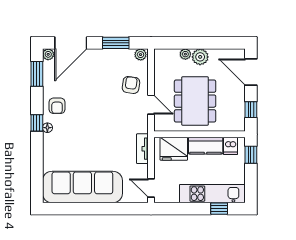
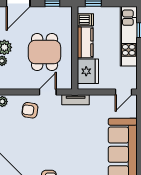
dining table: (195, 101) -> (45, 52), width x0.73
tv unit: (142, 149) -> (76, 100), moved

